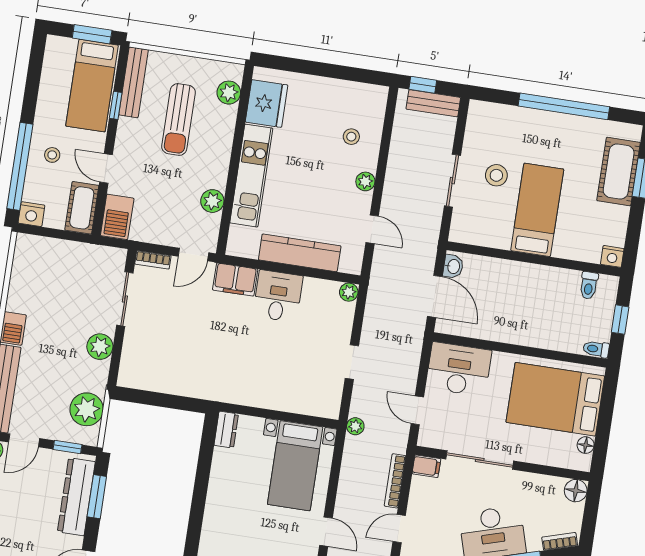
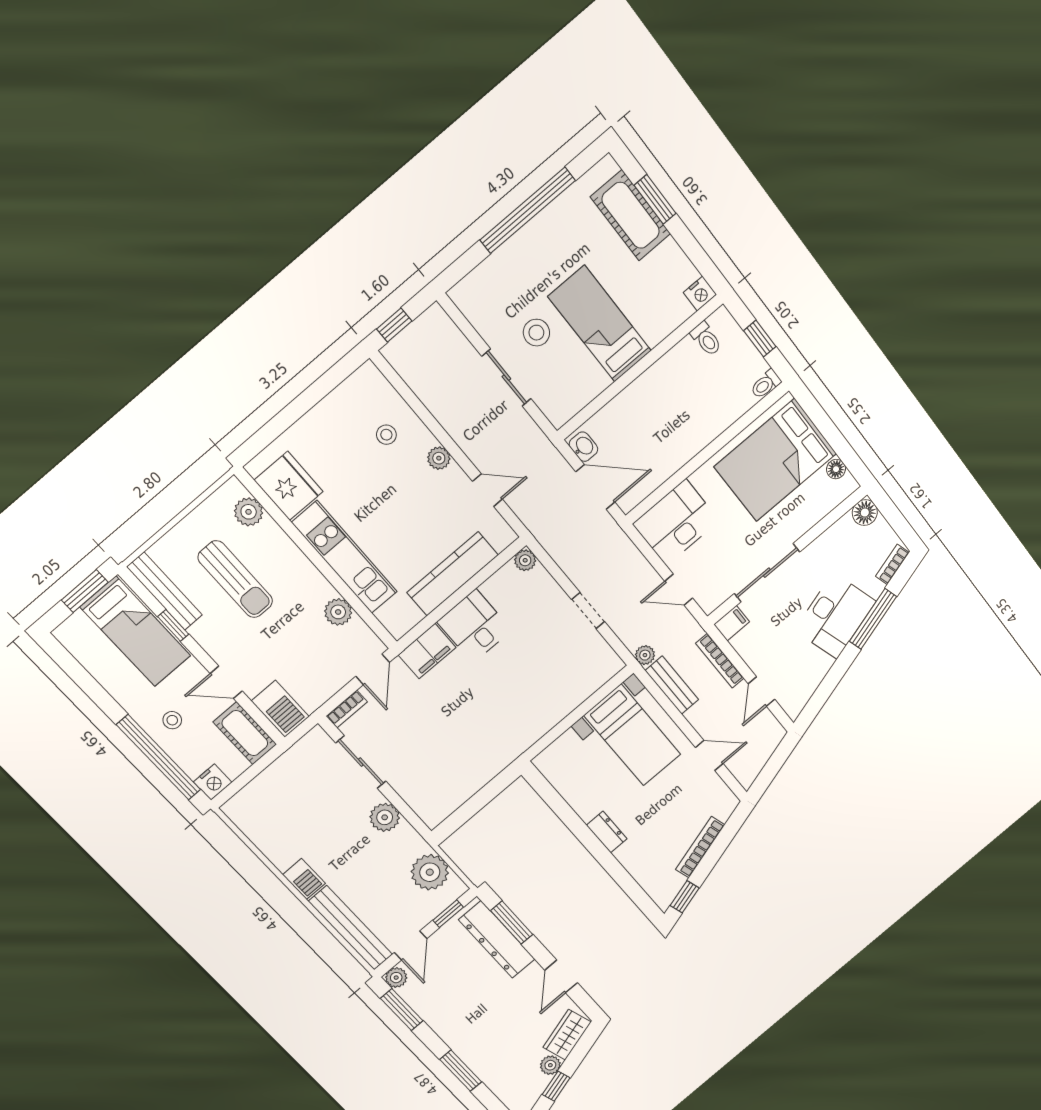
bench: (433, 103) -> (672, 685), moved, turned 90
dresser: (226, 430) -> (607, 832), moved

